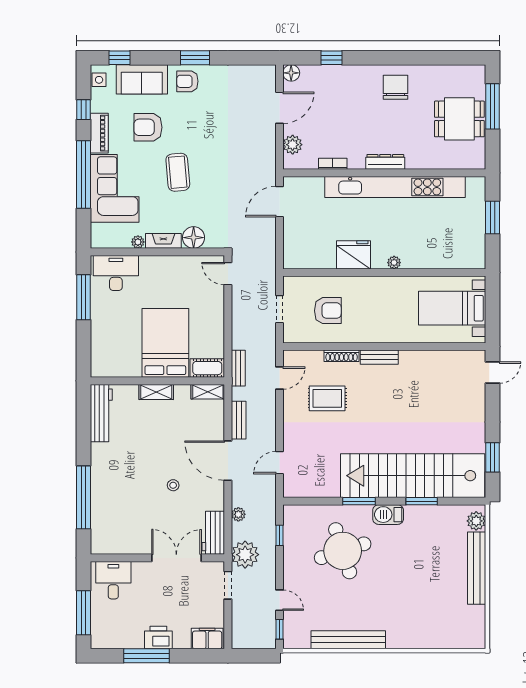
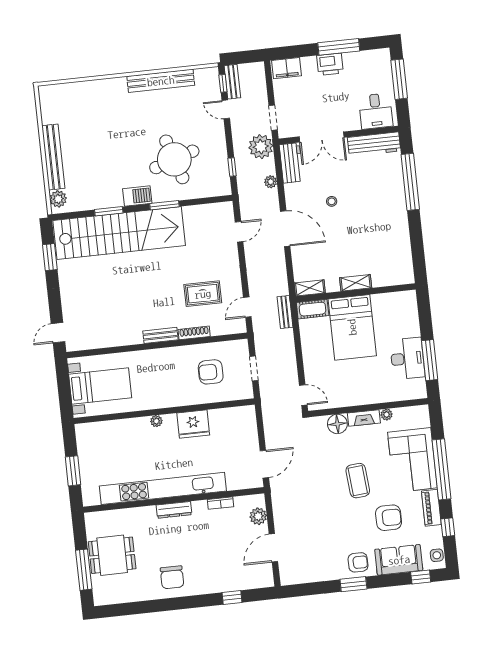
floor lamp: (291, 73) -> (266, 580), removed
desk: (116, 273) -> (407, 358), moved, turned -90
workbench: (101, 413) -> (374, 144), moved, turned -90
bench: (239, 420) -> (232, 82), moved

